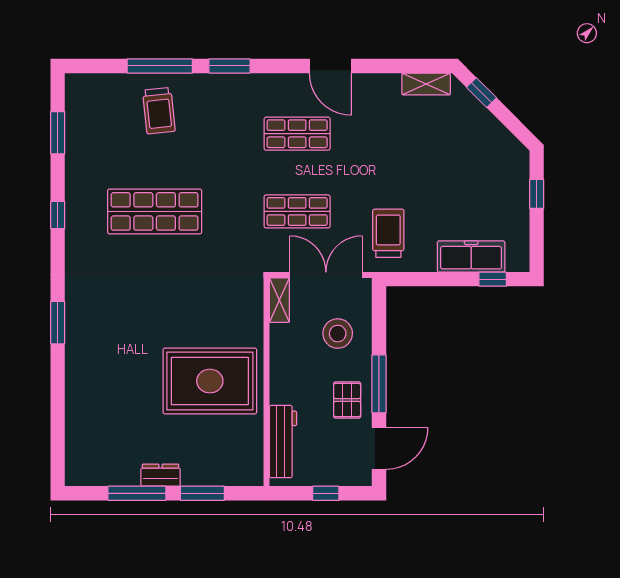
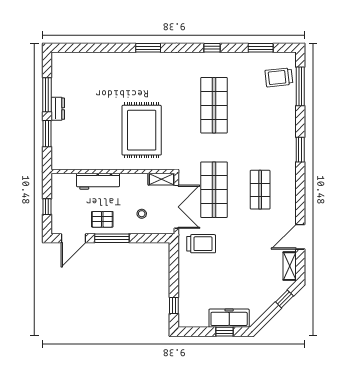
window: (160, 66) -> (300, 86), moved
door: (330, 66) -> (300, 237), moved
trolley: (159, 111) -> (279, 77), moved
shop shelf: (297, 211) -> (214, 190), width x1.43, depth x1.36
freezer: (471, 256) -> (229, 318), moved, turned -90
stool: (338, 334) -> (142, 214), width x0.53, depth x0.53
rug: (210, 381) -> (142, 130), moved
workbench: (283, 442) -> (98, 181), moved
door: (379, 448) -> (74, 238), hinge flipped

